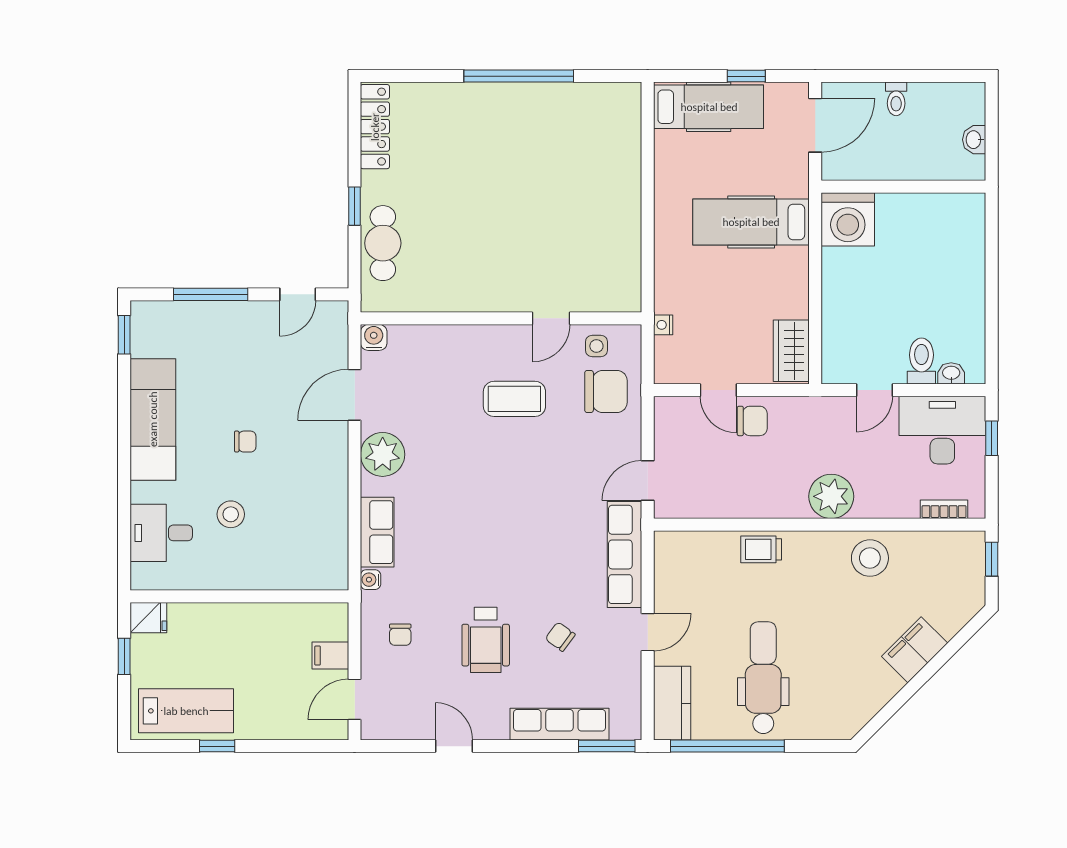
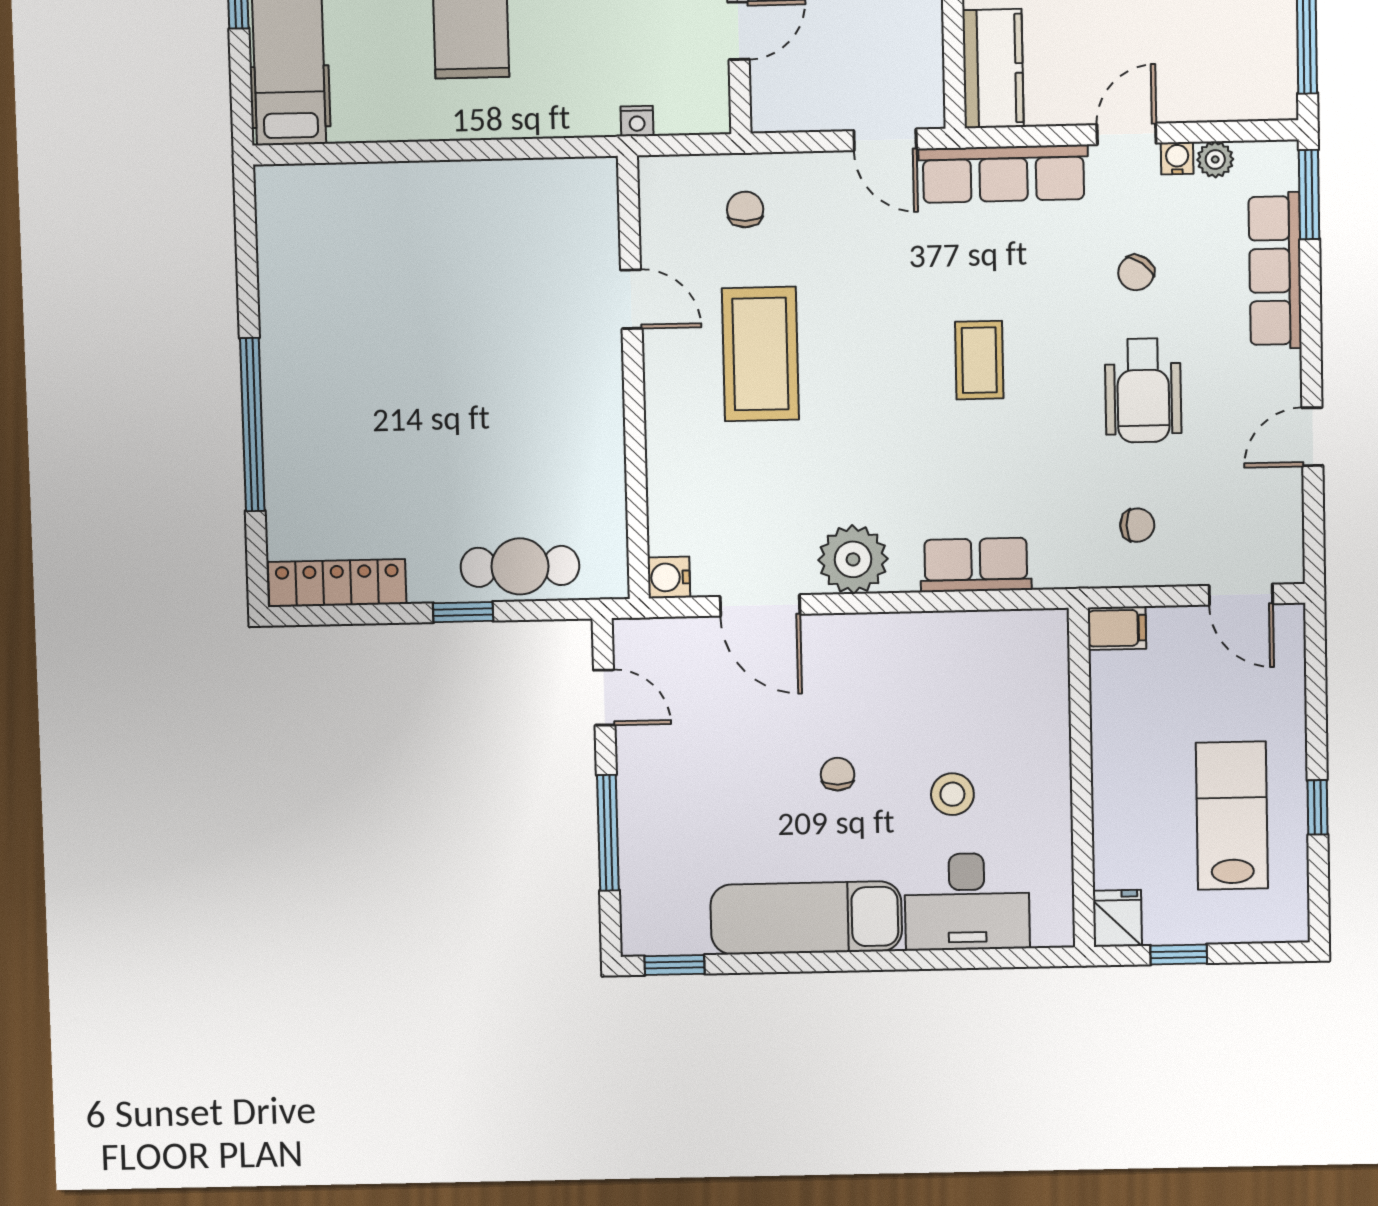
window: (519, 76) -> (252, 425), moved
side table: (596, 346) -> (673, 226), removed
chair: (606, 391) -> (745, 209), width x0.54, depth x0.54
coffee table: (514, 399) -> (760, 354), width x1.36, depth x1.32
desk: (161, 533) -> (967, 902), width x1.37
coffee table: (507, 537) -> (979, 360), added
water cooler: (371, 580) -> (1177, 158), moved, turned 180
door: (648, 632) -> (1126, 134), hinge flipped
wheelchair: (486, 640) -> (1143, 391), turned 90
filing cabinet: (330, 656) -> (1117, 628), moved, turned -90
plant: (630, 688) -> (1215, 159), added
kitchen counter: (672, 703) -> (993, 69), moved, turned 90
lab bench: (186, 711) -> (1232, 816), moved

